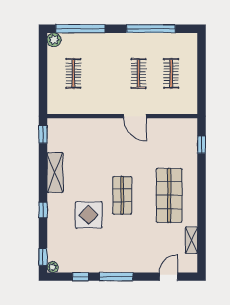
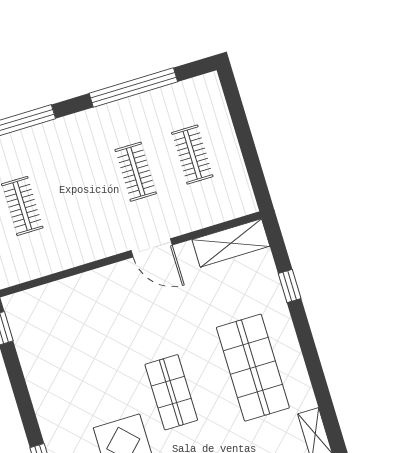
window: (202, 145) -> (290, 286), moved
shelving: (55, 173) -> (231, 243), moved, turned 90

